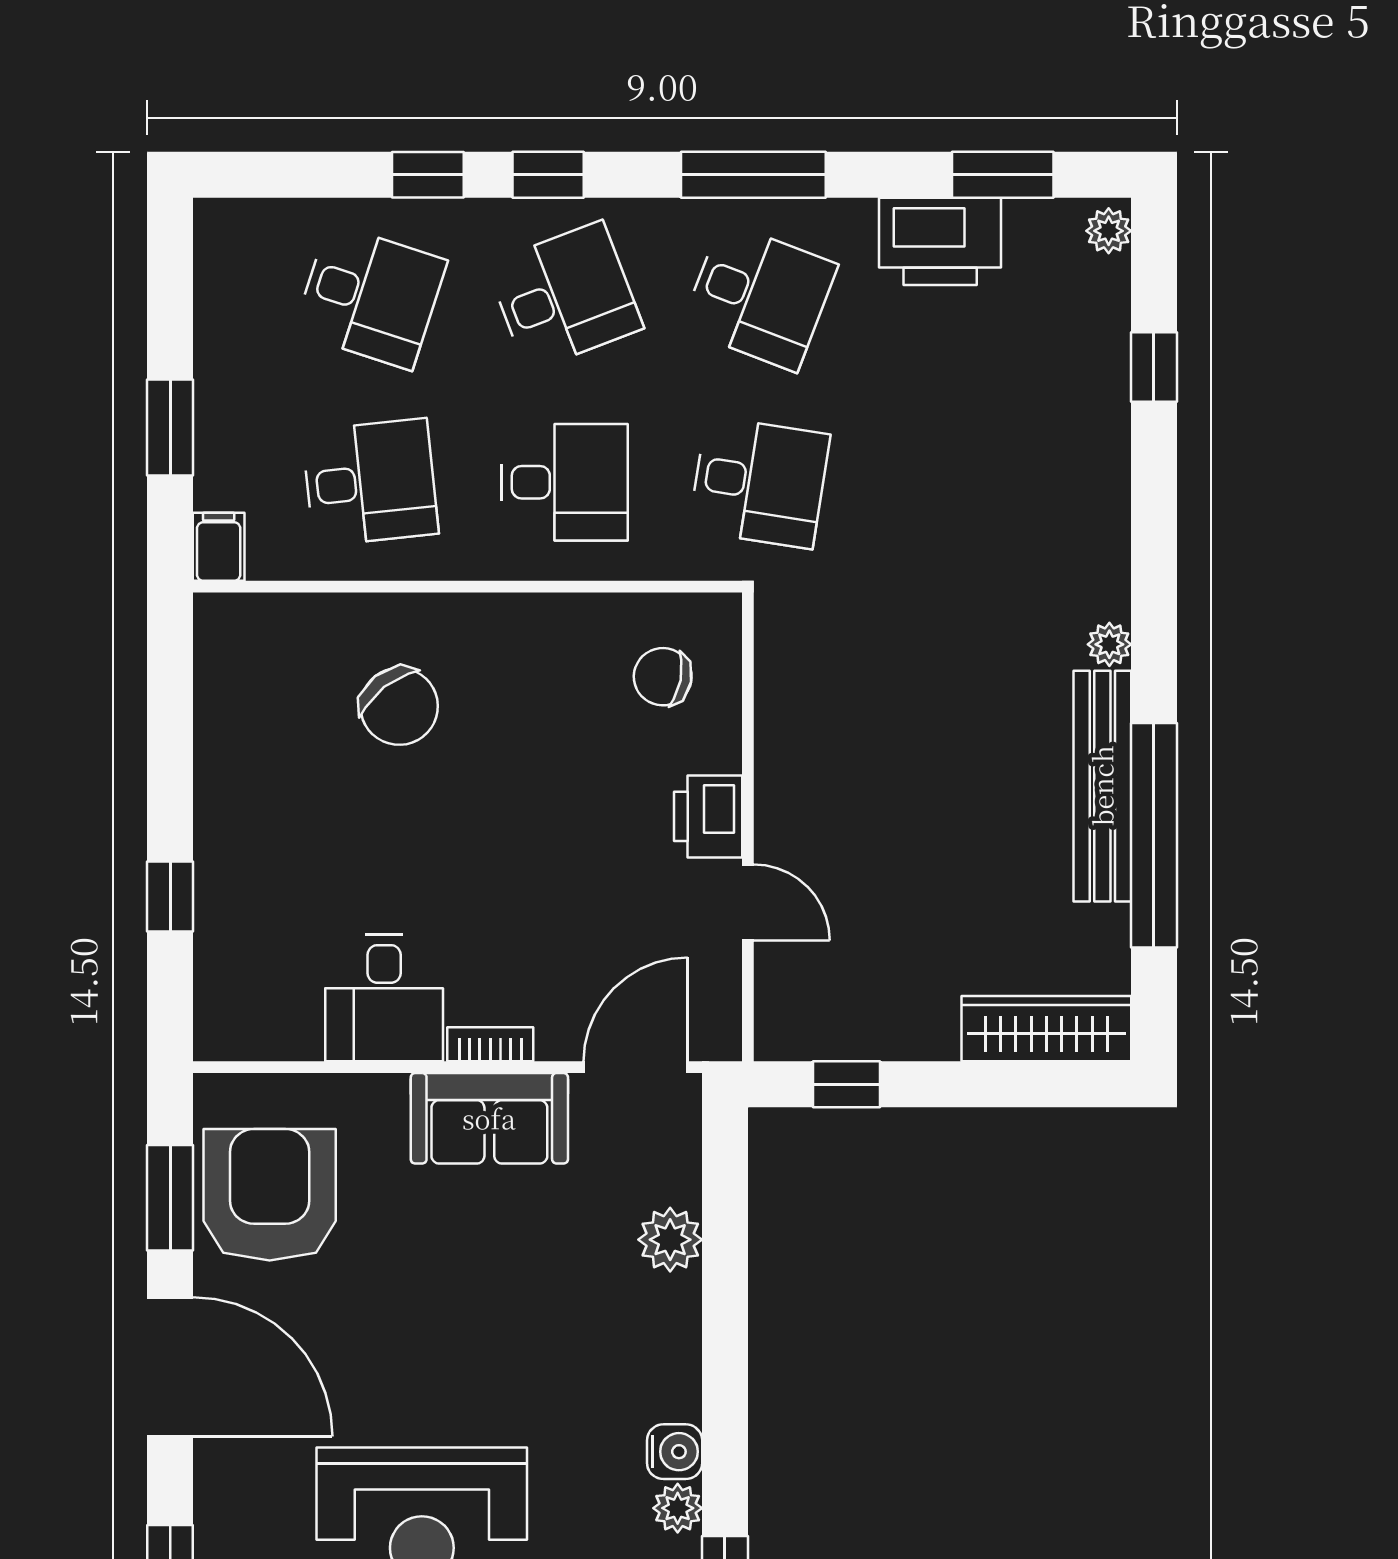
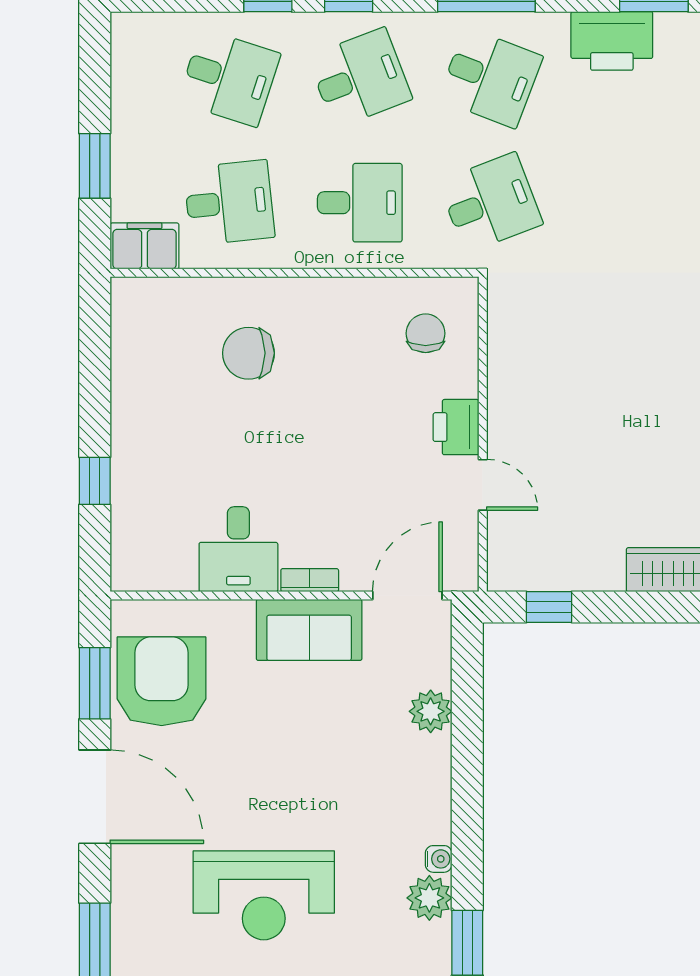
desk: (759, 482) -> (490, 203), turned -30
filing cabinet: (219, 547) -> (144, 246), width x2.00
chair: (663, 677) -> (426, 333), turned 79
chair: (399, 706) -> (249, 353), turned 128
water cooler: (675, 1452) -> (439, 859), width x0.72, depth x0.72
plant: (678, 1508) -> (429, 898), width x1.38, depth x1.38

